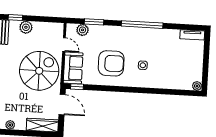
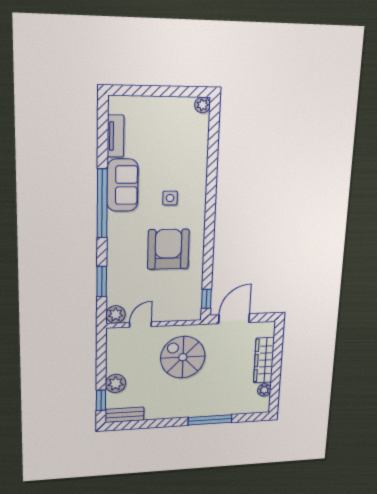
plant: (83, 30) -> (116, 314), moved
tv unit: (192, 35) -> (116, 136), moved
sofa: (73, 68) -> (122, 185), moved, turned 90
spiral stairs: (39, 71) -> (183, 357), width x0.73, depth x0.73
wardrobe: (42, 125) -> (264, 360), moved

